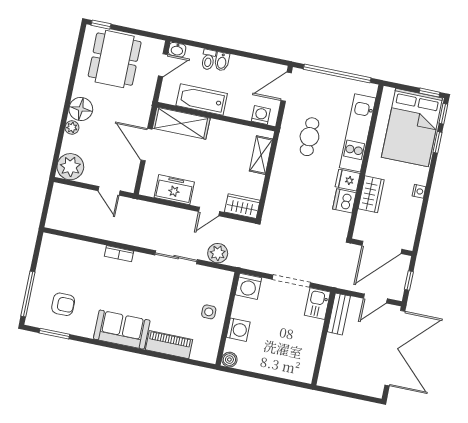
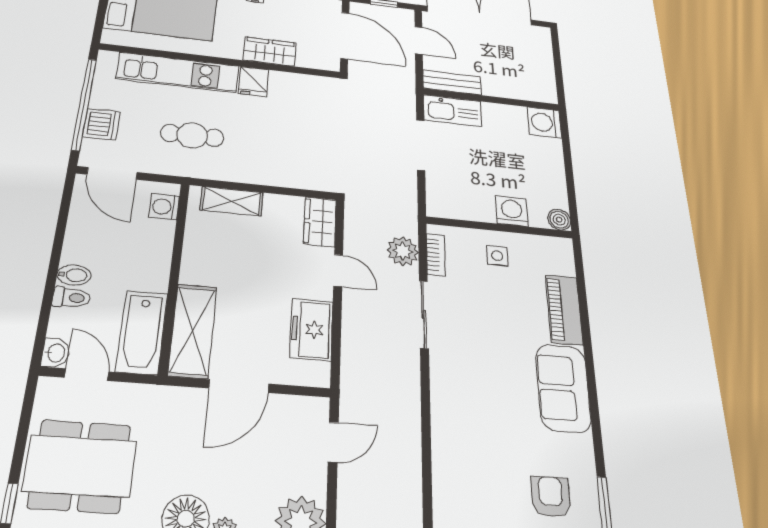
bathtub: (202, 100) -> (142, 332), moved
dishwasher: (344, 201) -> (101, 124), moved, turned -90
bookcase: (119, 254) -> (436, 255), moved
washing machine: (248, 286) -> (544, 122), moved, turned 180
kitchen sink: (317, 304) -> (452, 111), width x1.38

